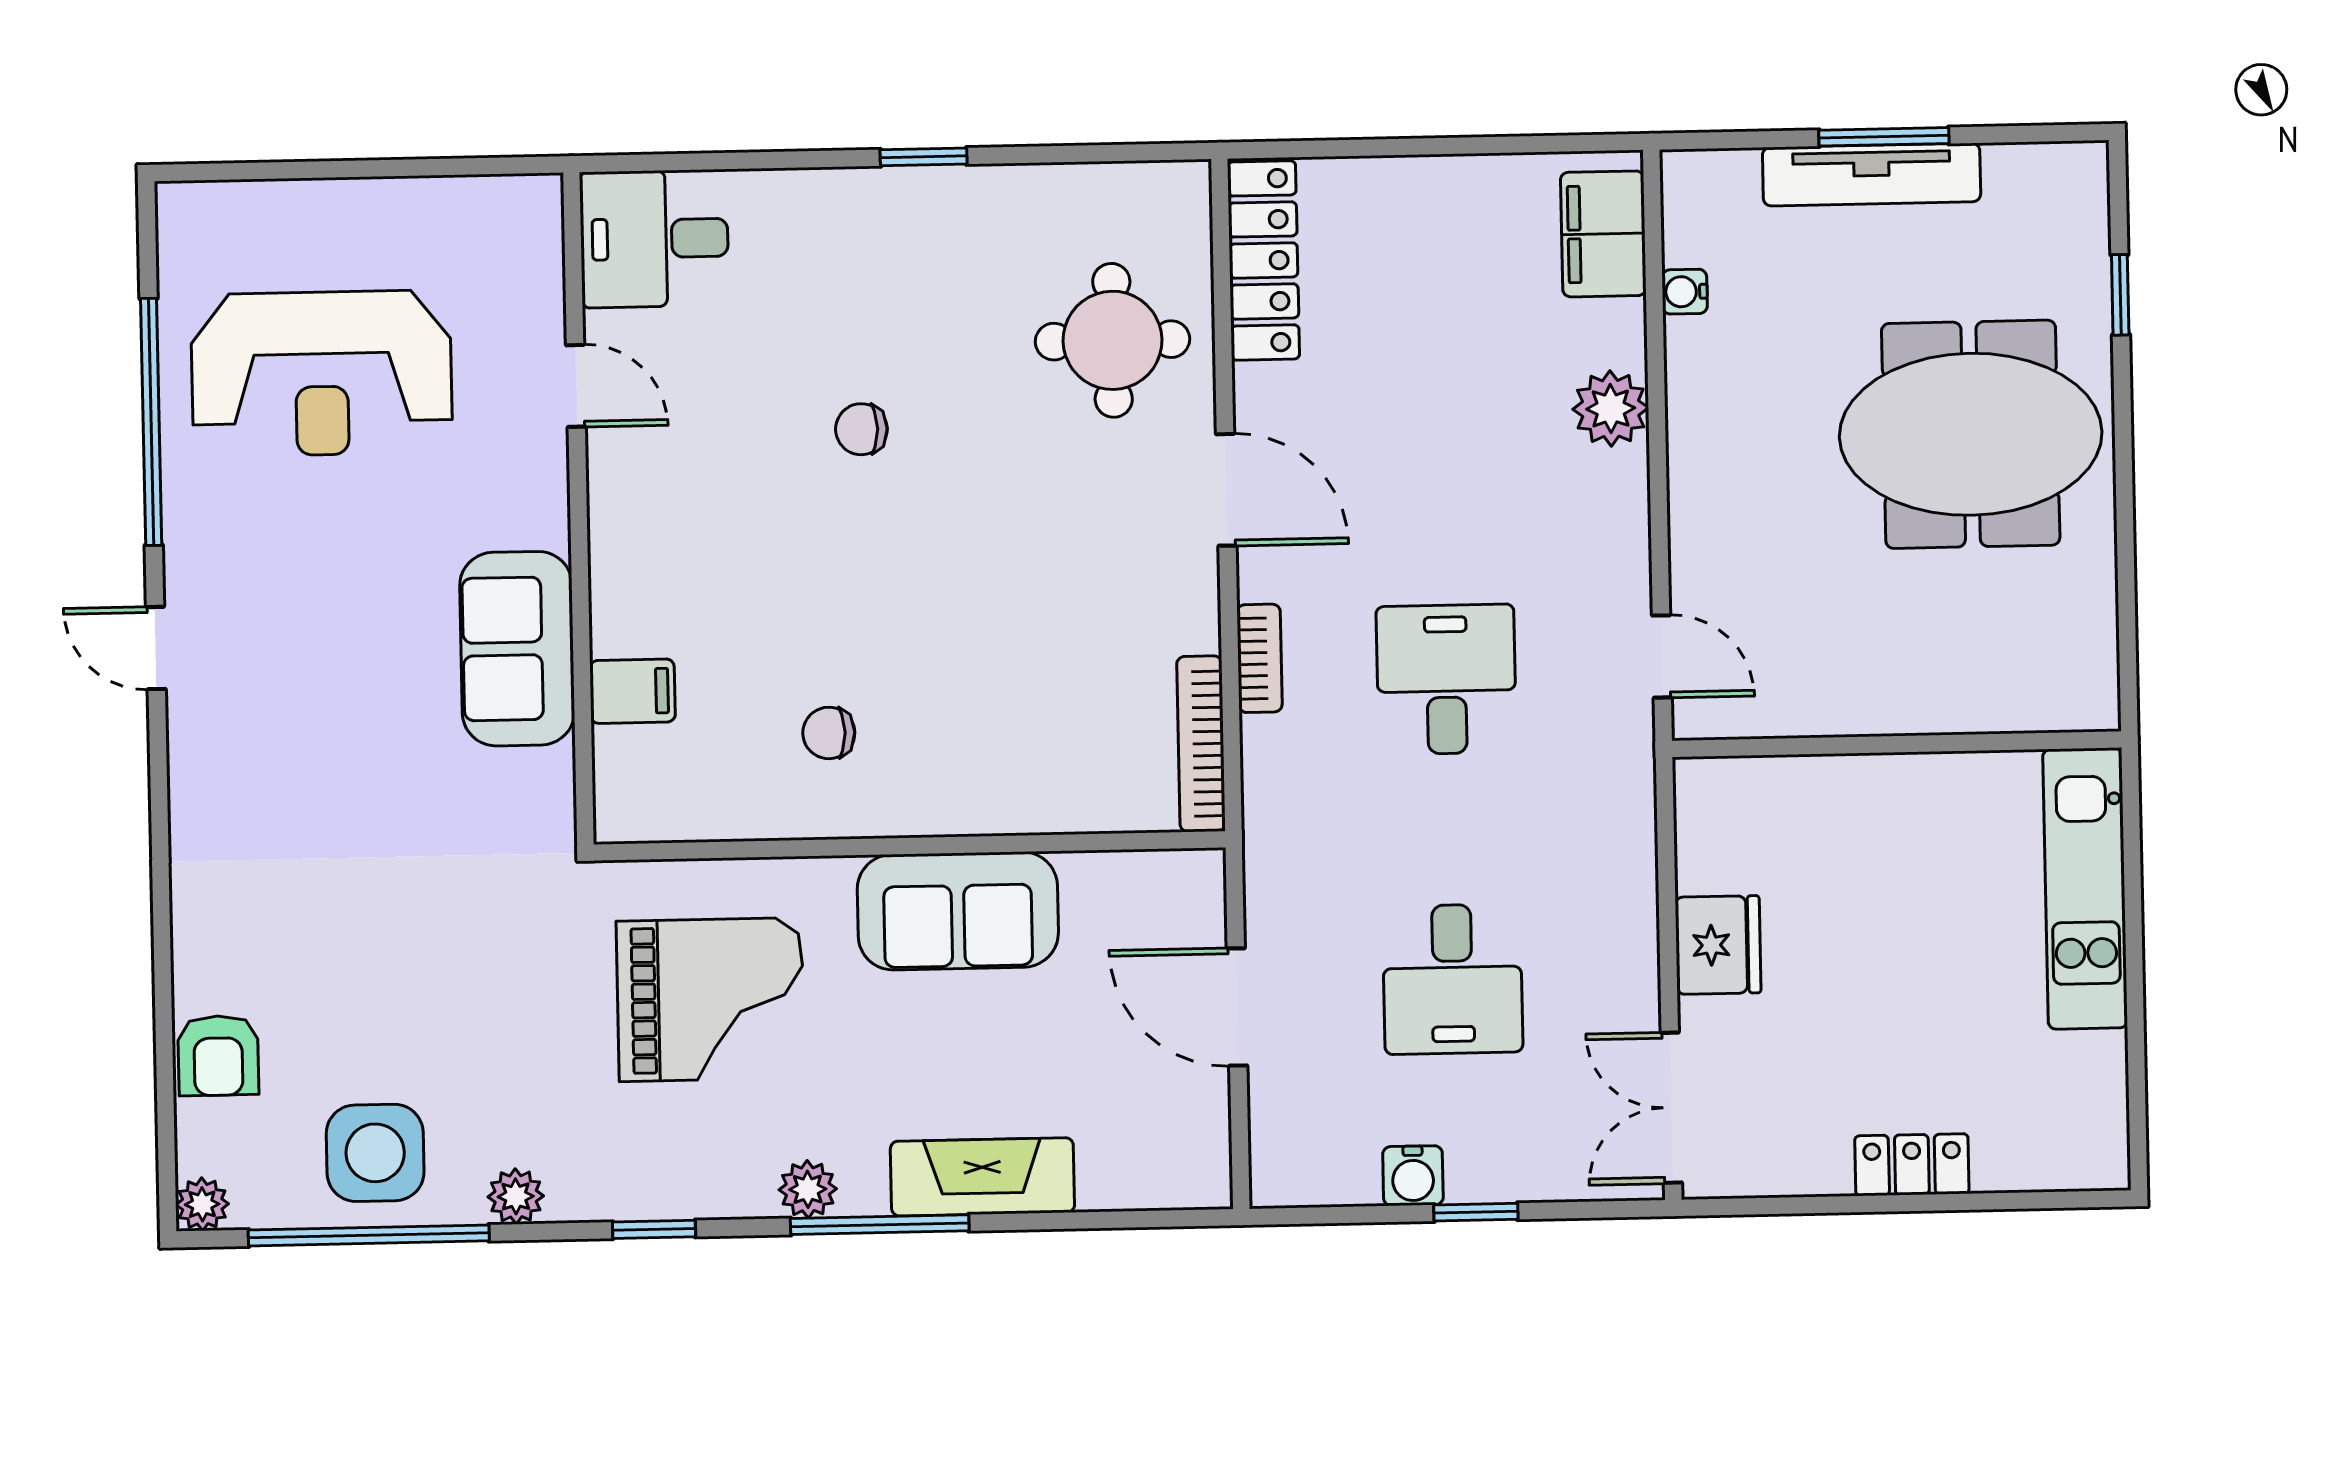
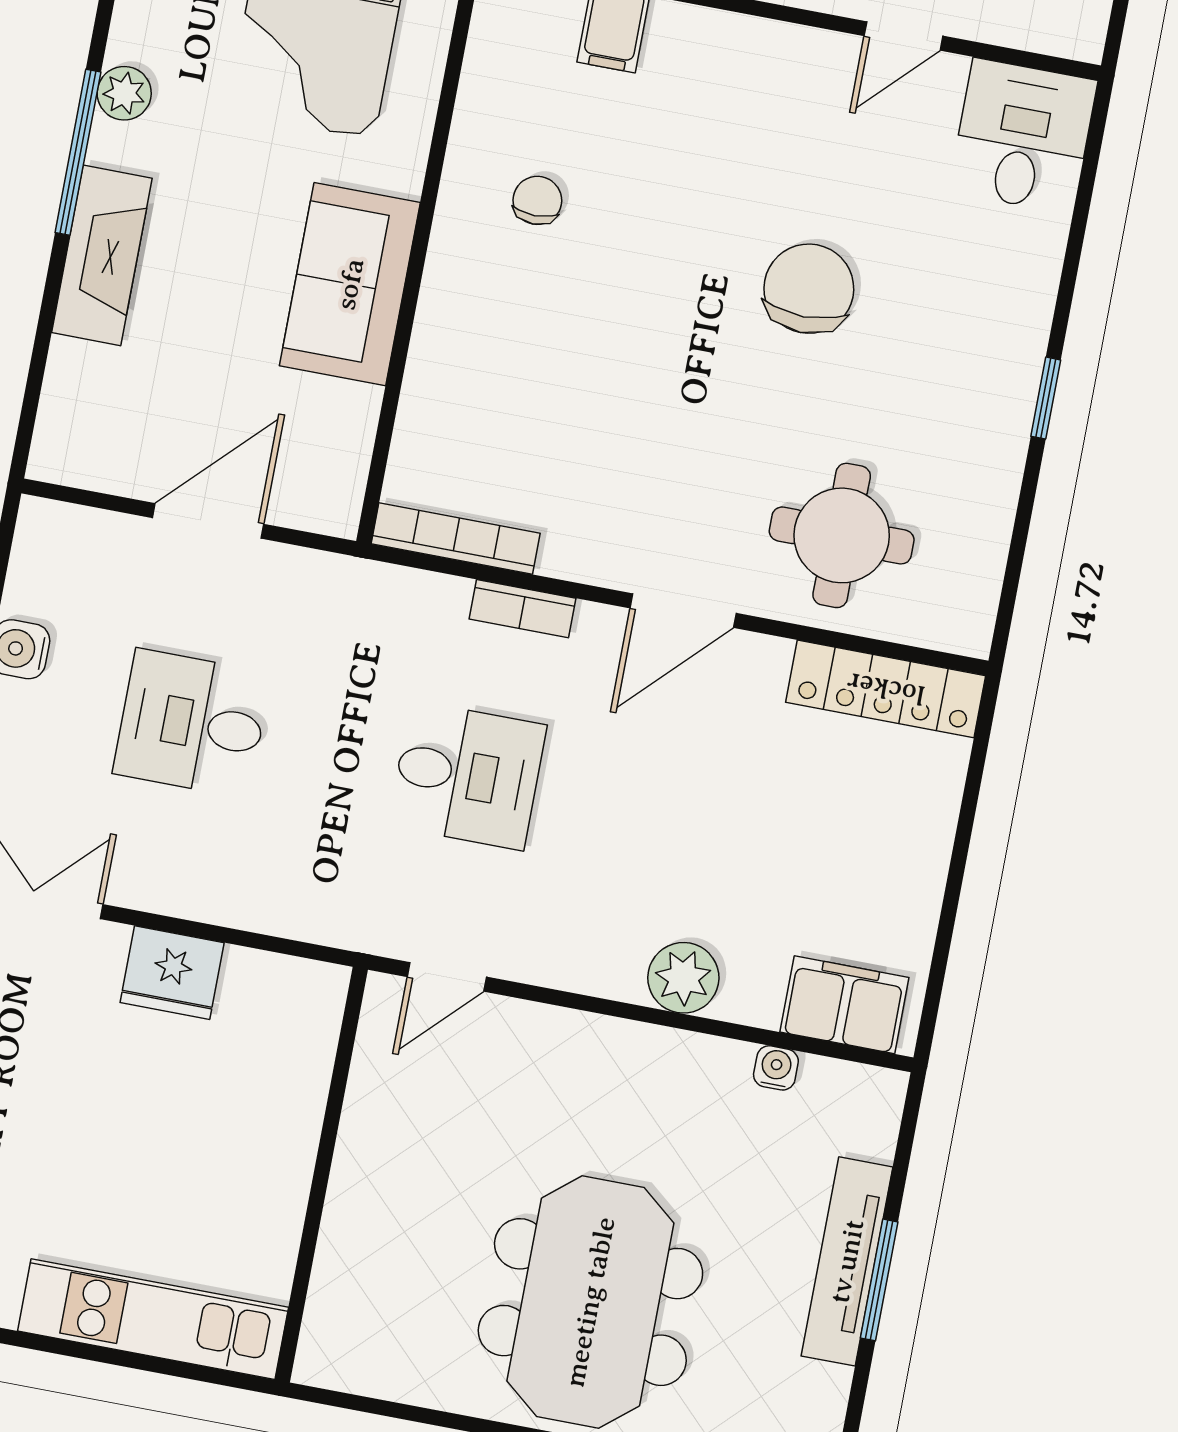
chair: (861, 429) -> (809, 289), width x1.87, depth x1.87

